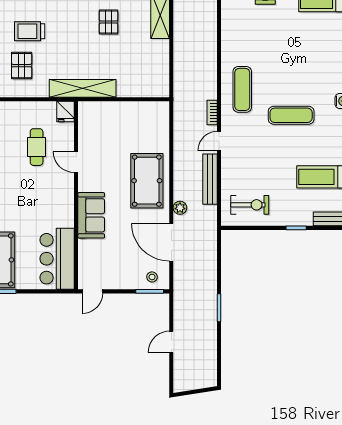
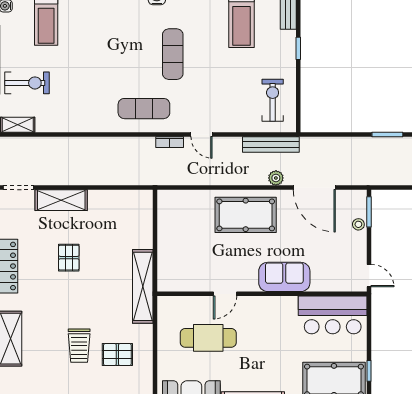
pallet: (109, 22) -> (69, 258), turned 90
fridge: (66, 111) -> (169, 305), removed
cafe table: (37, 147) -> (208, 338), width x1.37, depth x1.35
bench: (210, 179) -> (271, 145), moved
door: (171, 242) -> (314, 188), hinge flipped
stool: (152, 277) -> (358, 224), moved

